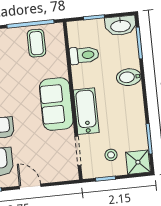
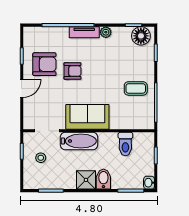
washbasin: (121, 26) -> (149, 183), width x0.52, depth x0.69
coffee table: (36, 43) -> (136, 88), moved
shower: (138, 162) -> (86, 180), moved

